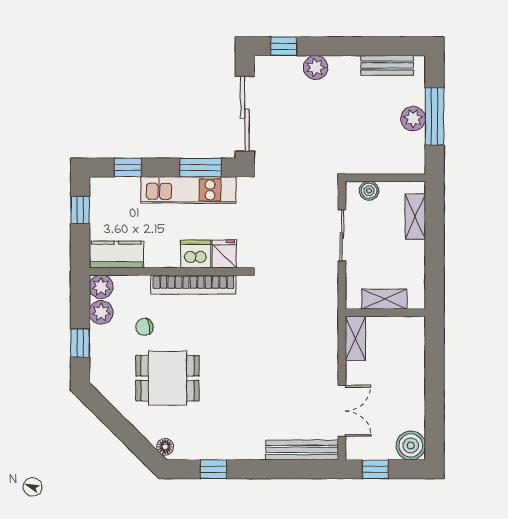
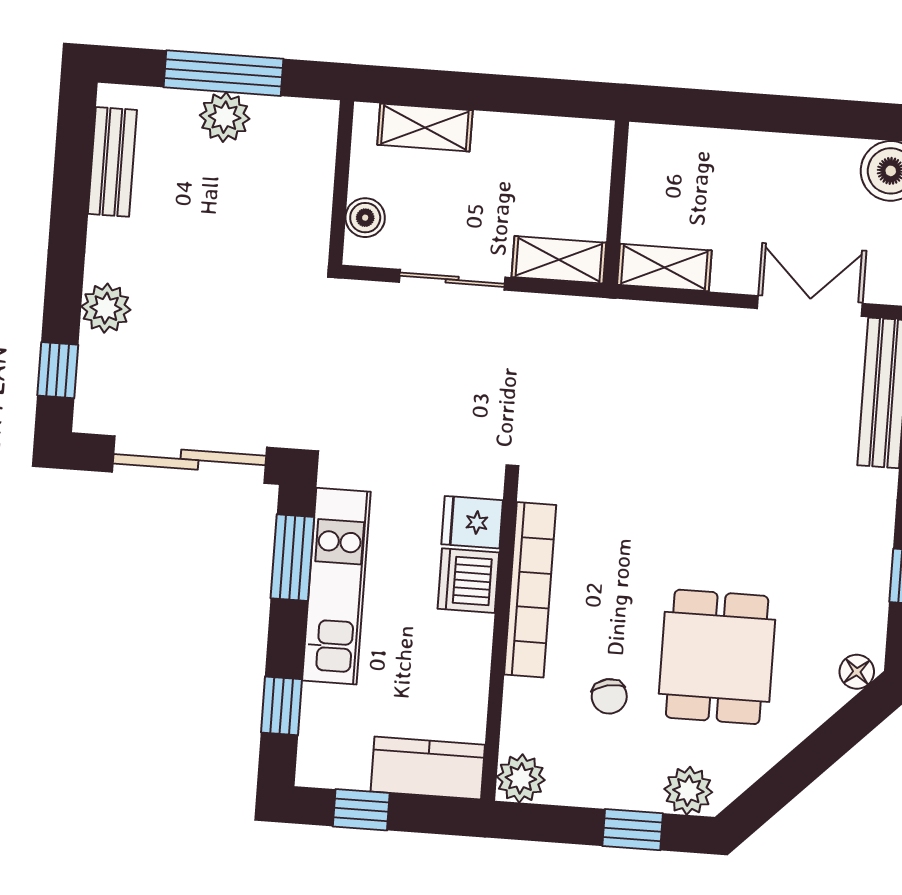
kitchen counter: (116, 255) -> (428, 768), moved, turned 90
shelving: (384, 299) -> (559, 260), moved, turned 90
plant: (101, 312) -> (688, 791), moved

